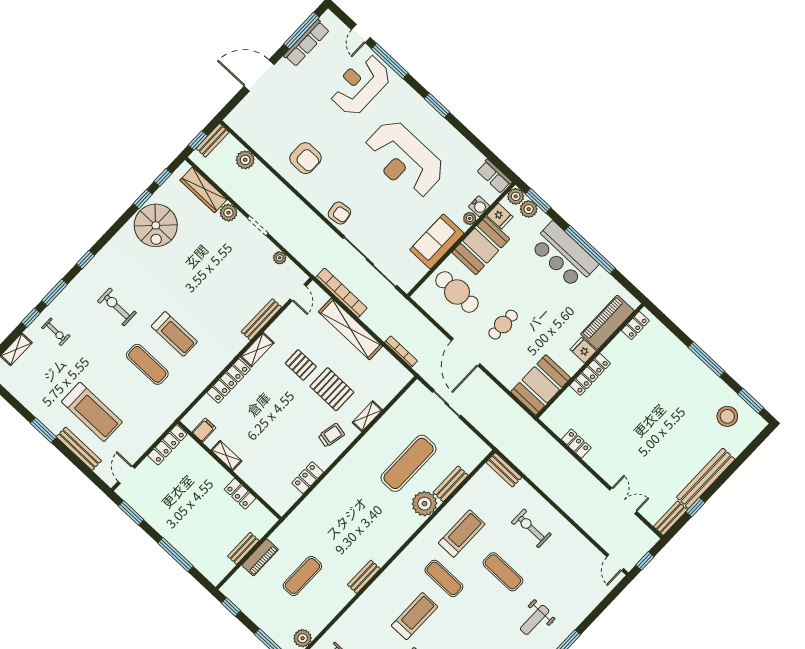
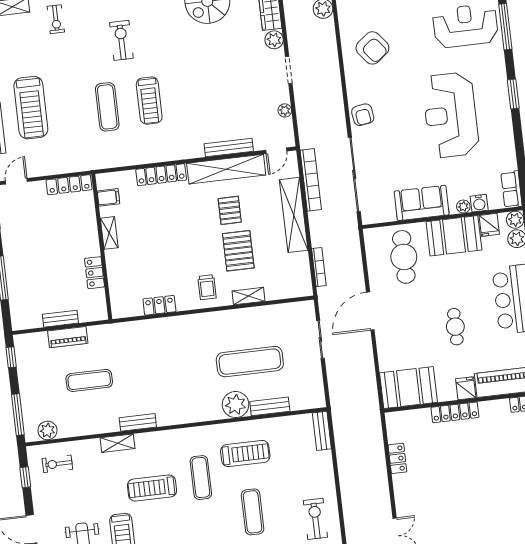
armchair: (305, 158) -> (372, 48), turned -38
cafe table: (503, 325) -> (455, 327), moved, turned 90
shelving: (257, 350) -> (226, 169), width x2.20, depth x1.33
trolley: (331, 435) -> (207, 287), turned 78
exercise bike: (531, 528) -> (315, 519), moved
shelving: (362, 605) -> (117, 443), added
treadmill: (415, 616) -> (152, 488), turned 180

